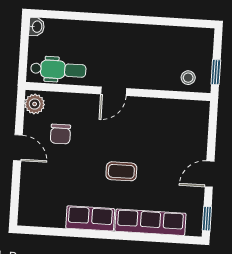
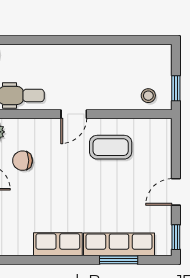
chair: (60, 134) -> (23, 161), turned 90
coffee table: (121, 171) -> (111, 147), moved, width x1.36, depth x1.30
window: (149, 237) -> (119, 260), added

